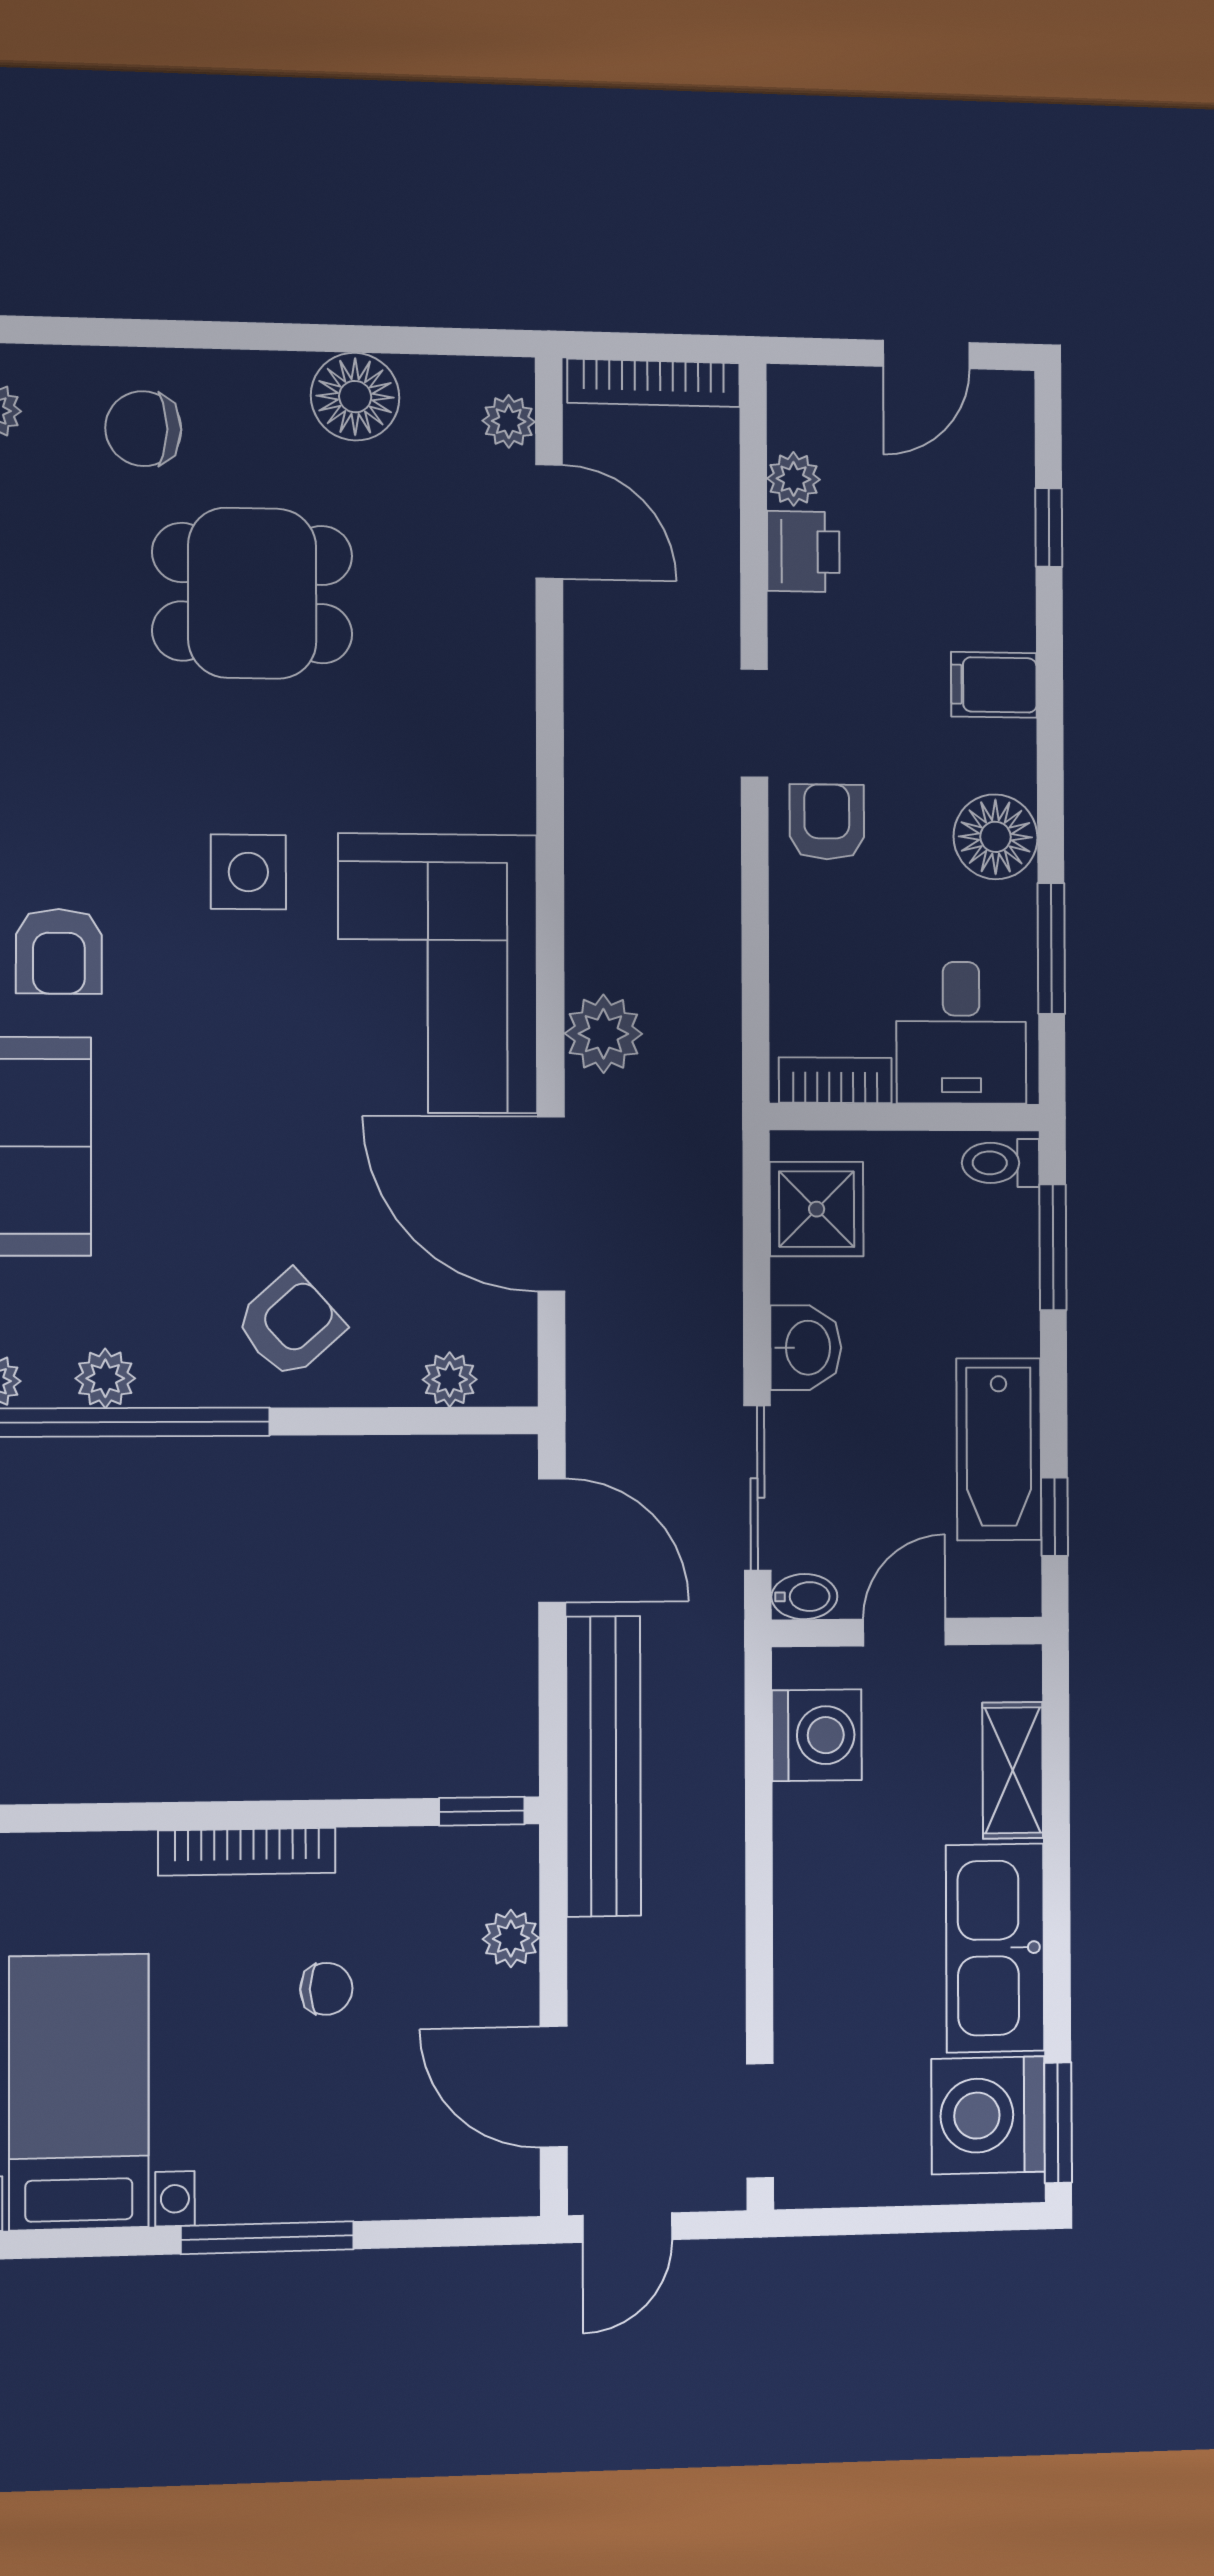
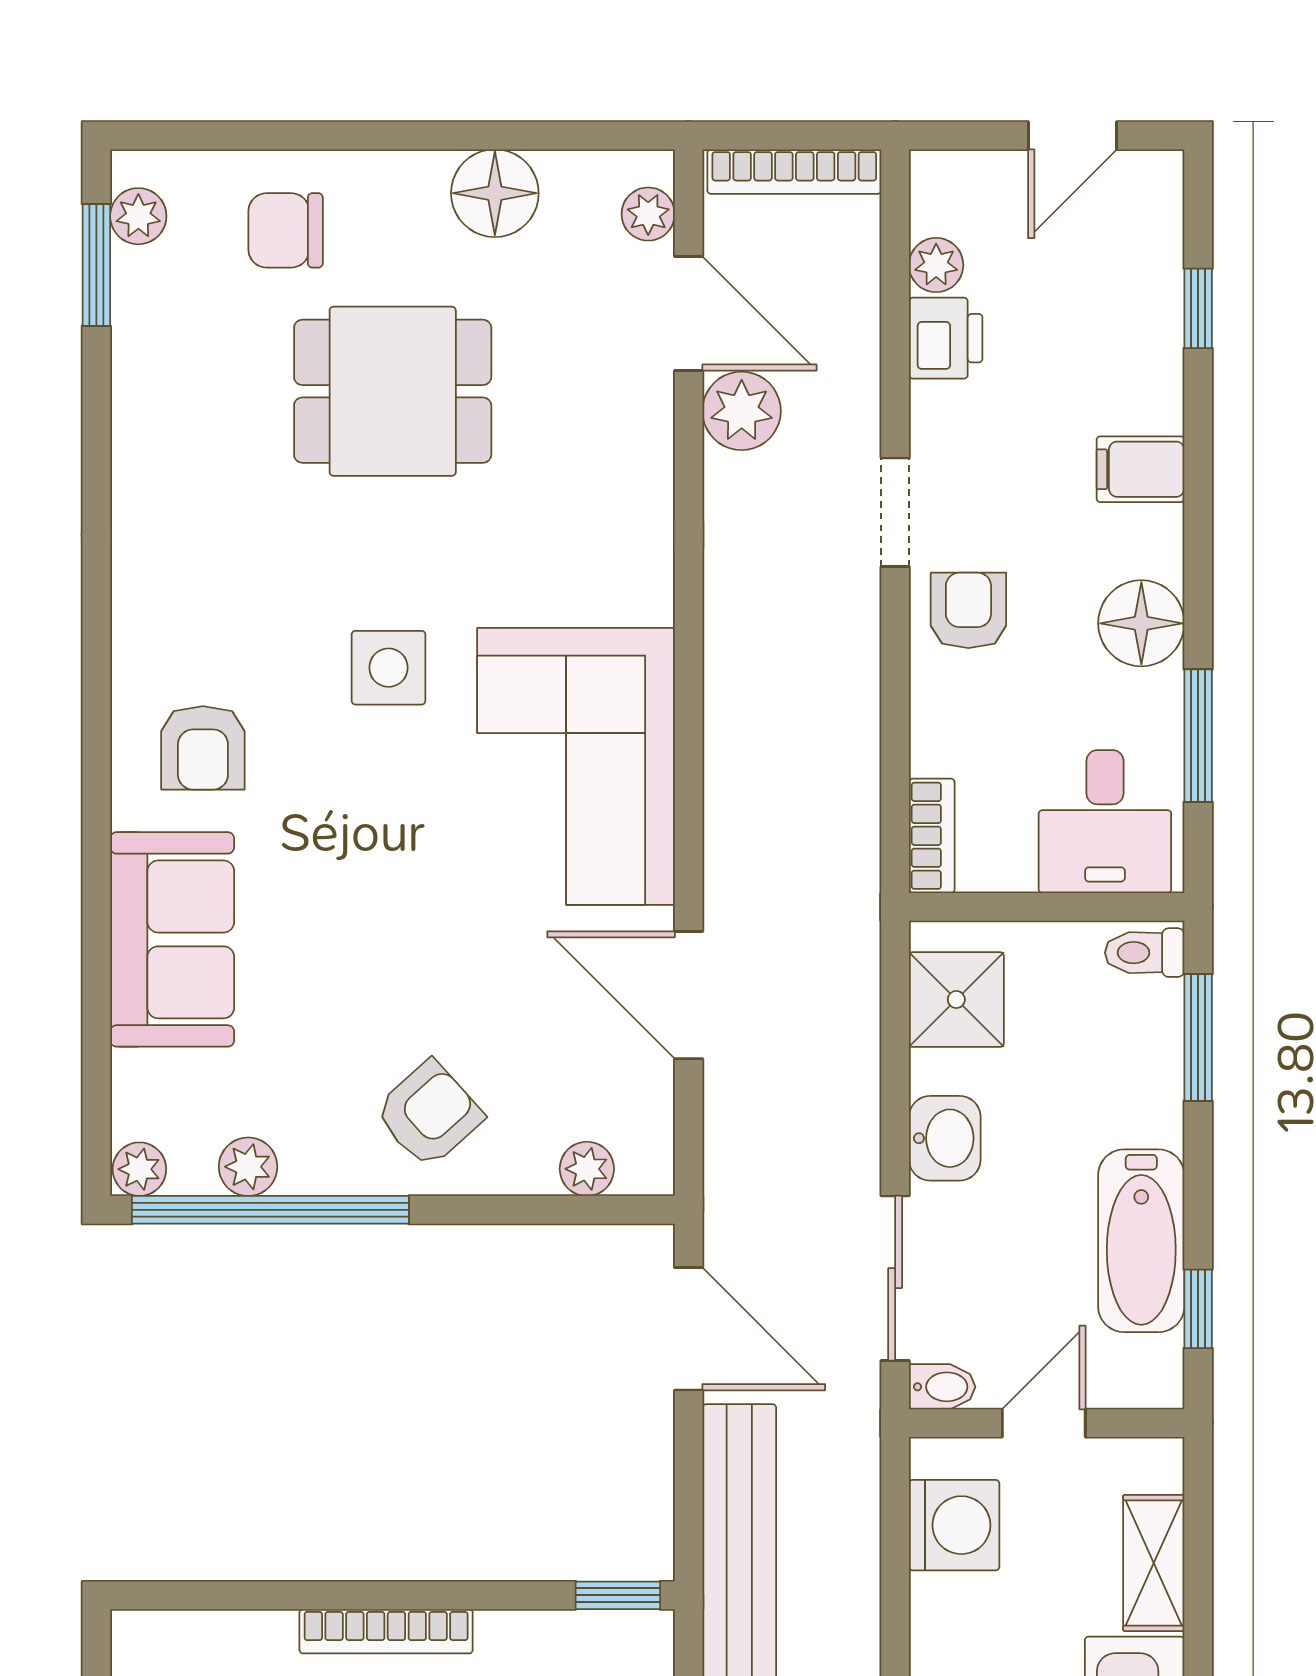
plant: (603, 1034) -> (742, 411), moved
bookcase: (835, 1080) -> (932, 836), moved, turned 90
door: (551, 1204) -> (689, 995), width x0.73

